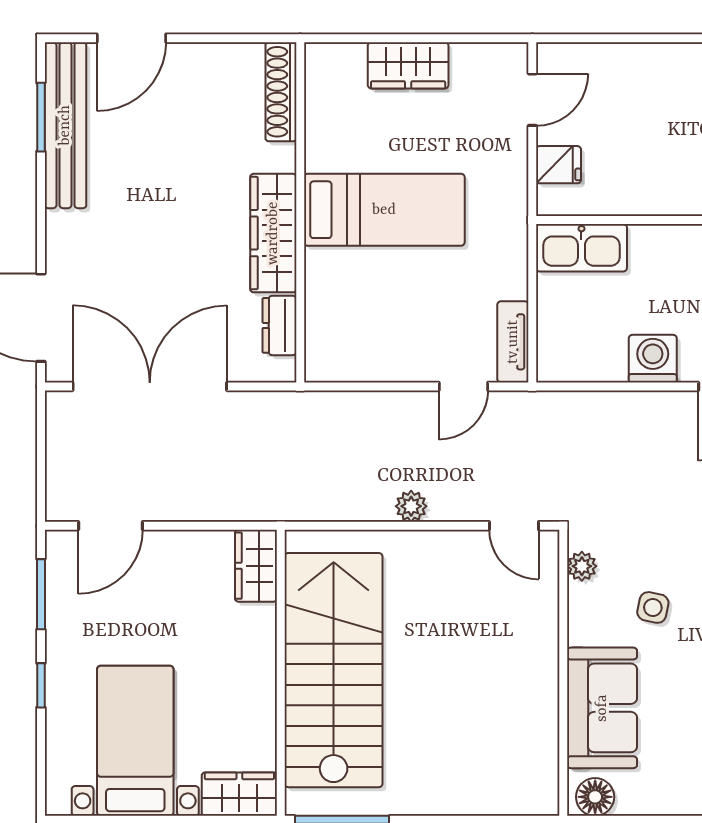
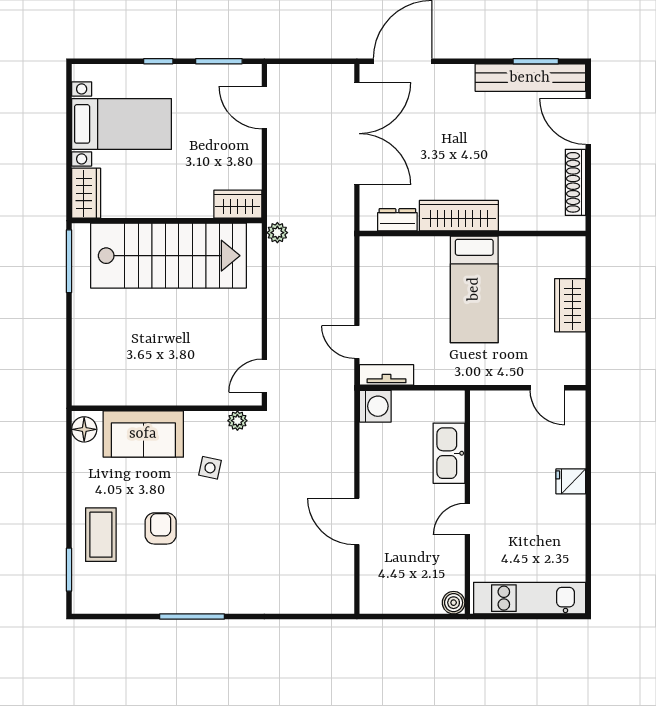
shoe rack: (281, 92) -> (575, 182), moved, turned -90
fridge: (559, 165) -> (571, 481), moved, turned 90
kitchen sink: (581, 248) -> (449, 453), moved
washing machine: (653, 359) -> (375, 406), moved
plant: (411, 506) -> (277, 233), moved

